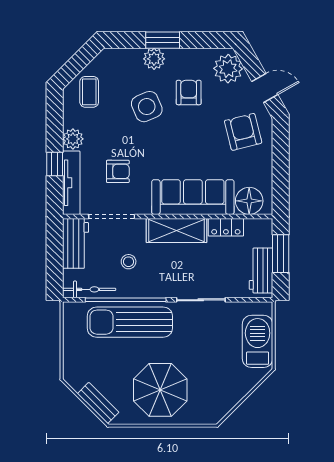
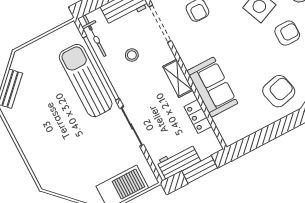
sofa: (193, 197) -> (212, 87), width x0.73
floor lamp: (249, 201) -> (228, 124), removed
shelving: (177, 231) -> (178, 78), width x0.67, depth x0.75
parasol: (160, 390) -> (45, 132), removed

